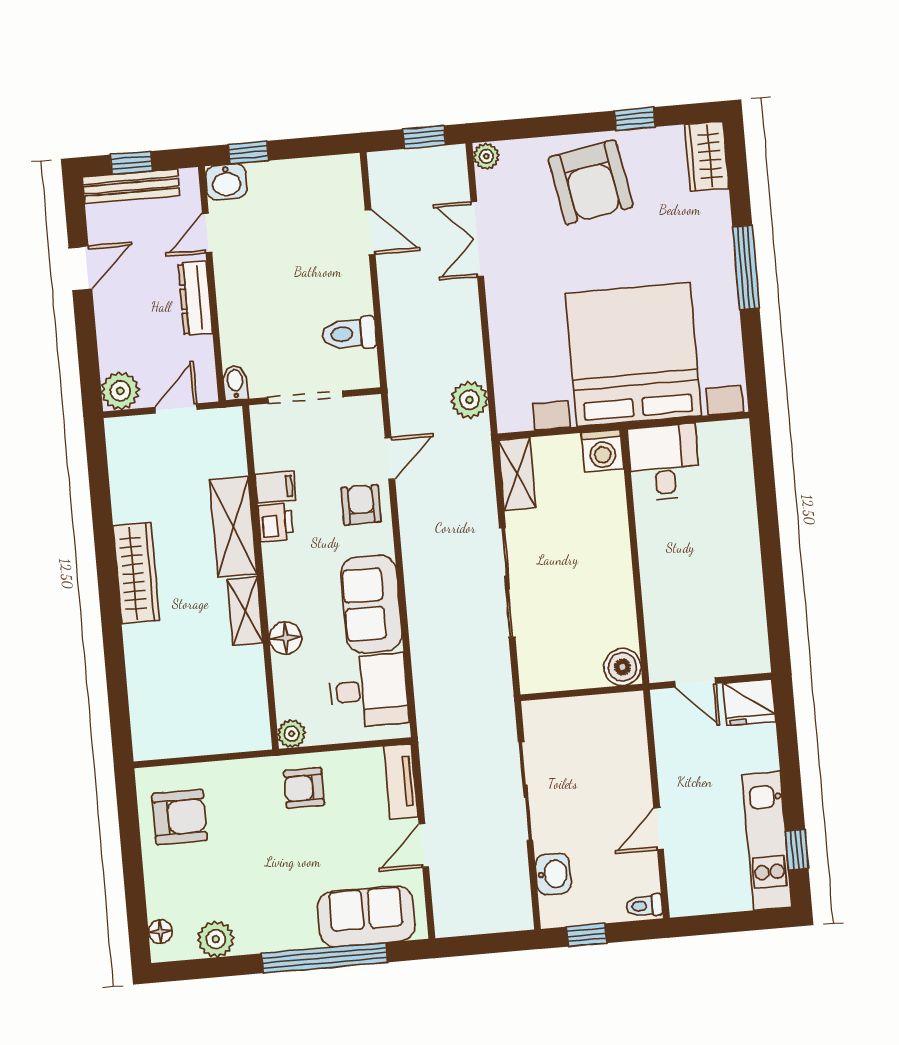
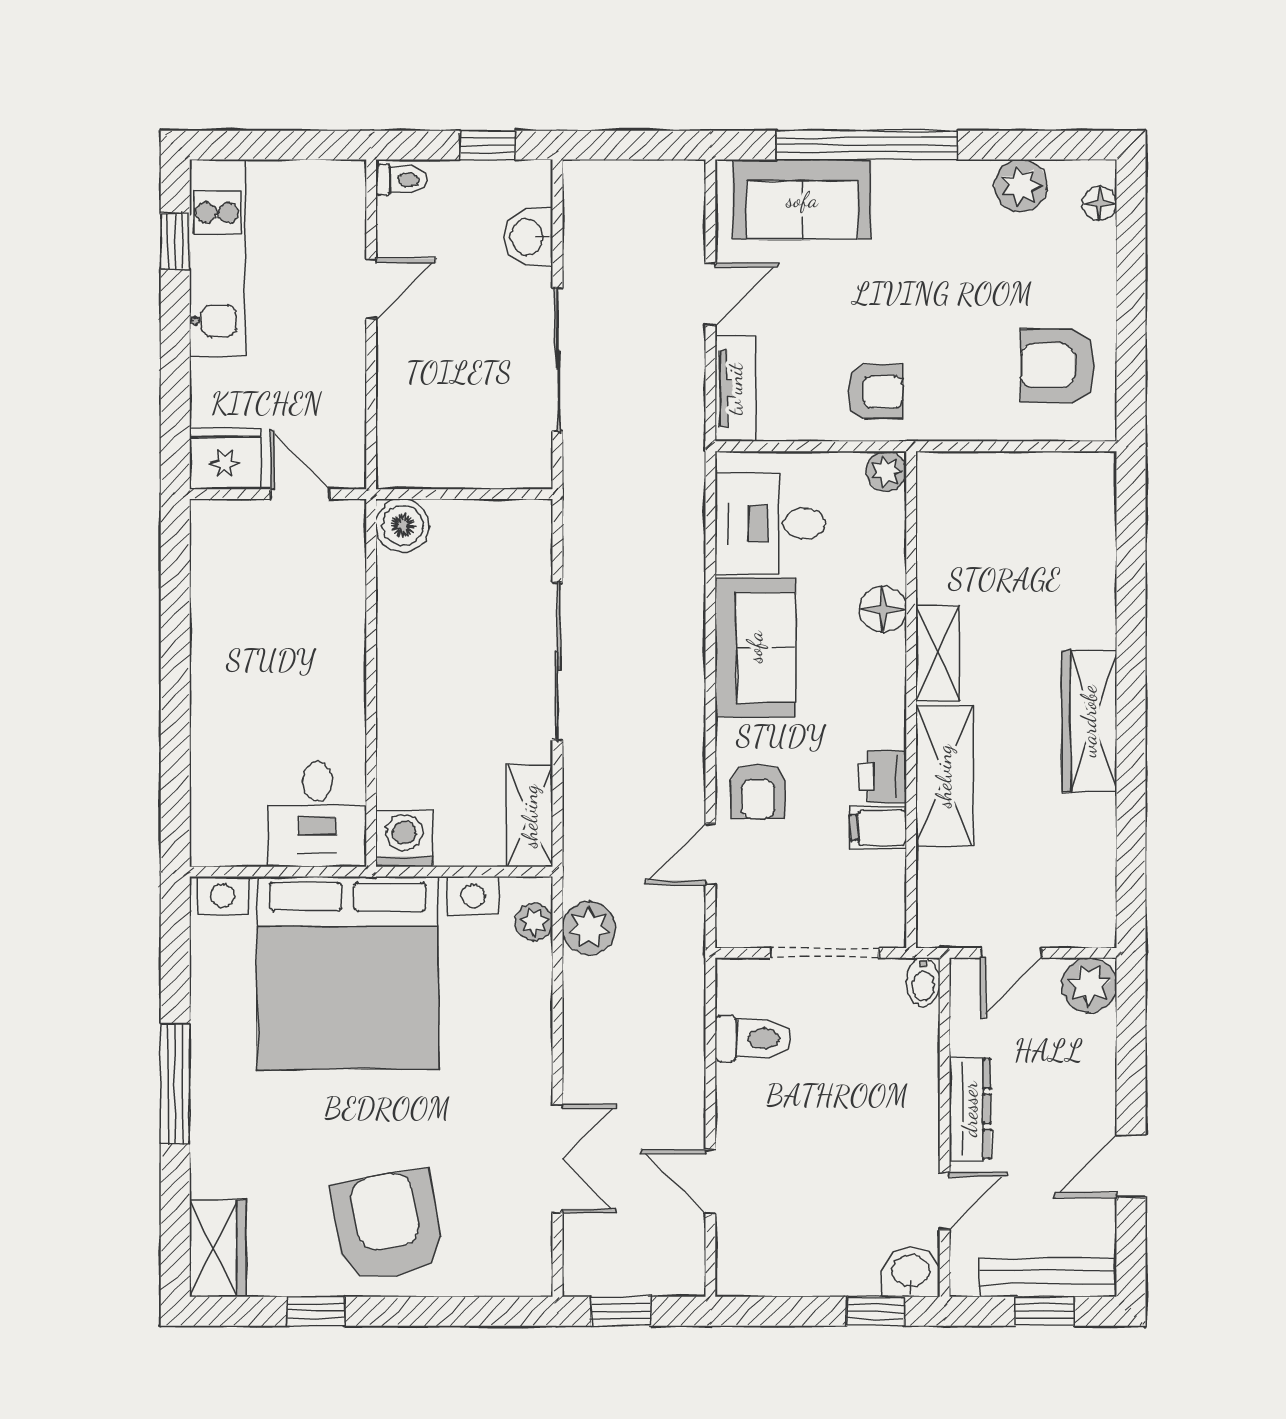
plant: (486, 156) -> (534, 922), moved

